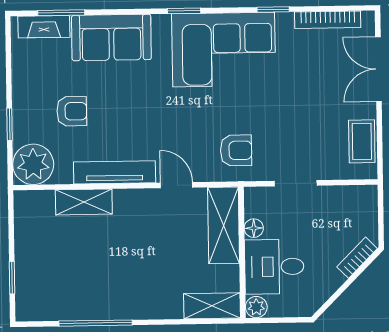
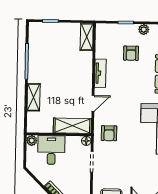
plant: (33, 164) -> (144, 29), moved, width x0.53, depth x0.53
tv unit: (115, 172) -> (100, 73), width x0.71
shelving: (84, 202) -> (87, 37), moved
floor lamp: (254, 228) -> (86, 141), moved
shelving: (212, 306) -> (34, 97), moved

